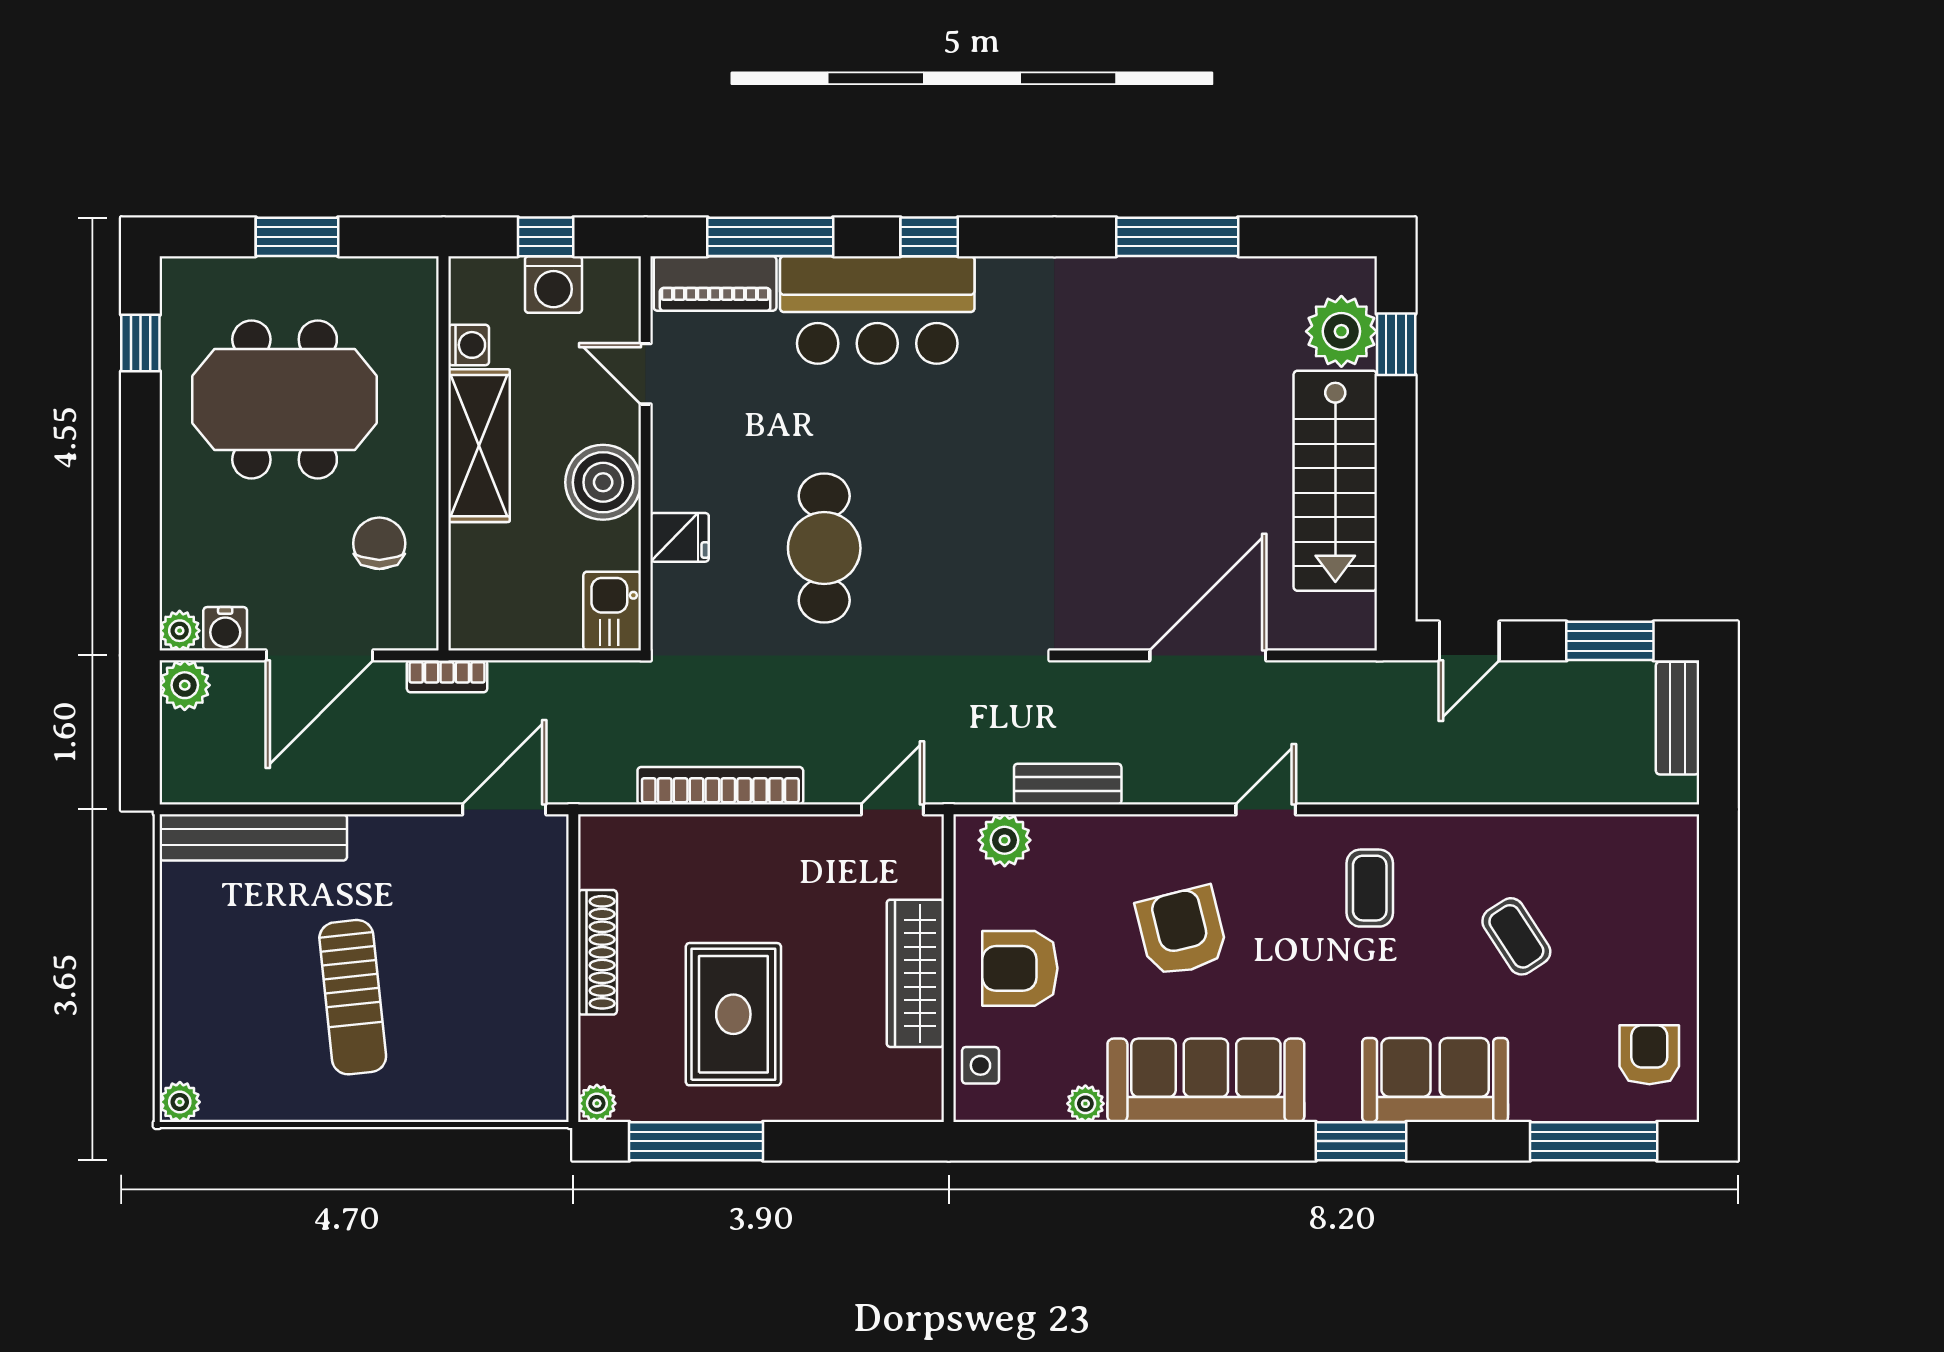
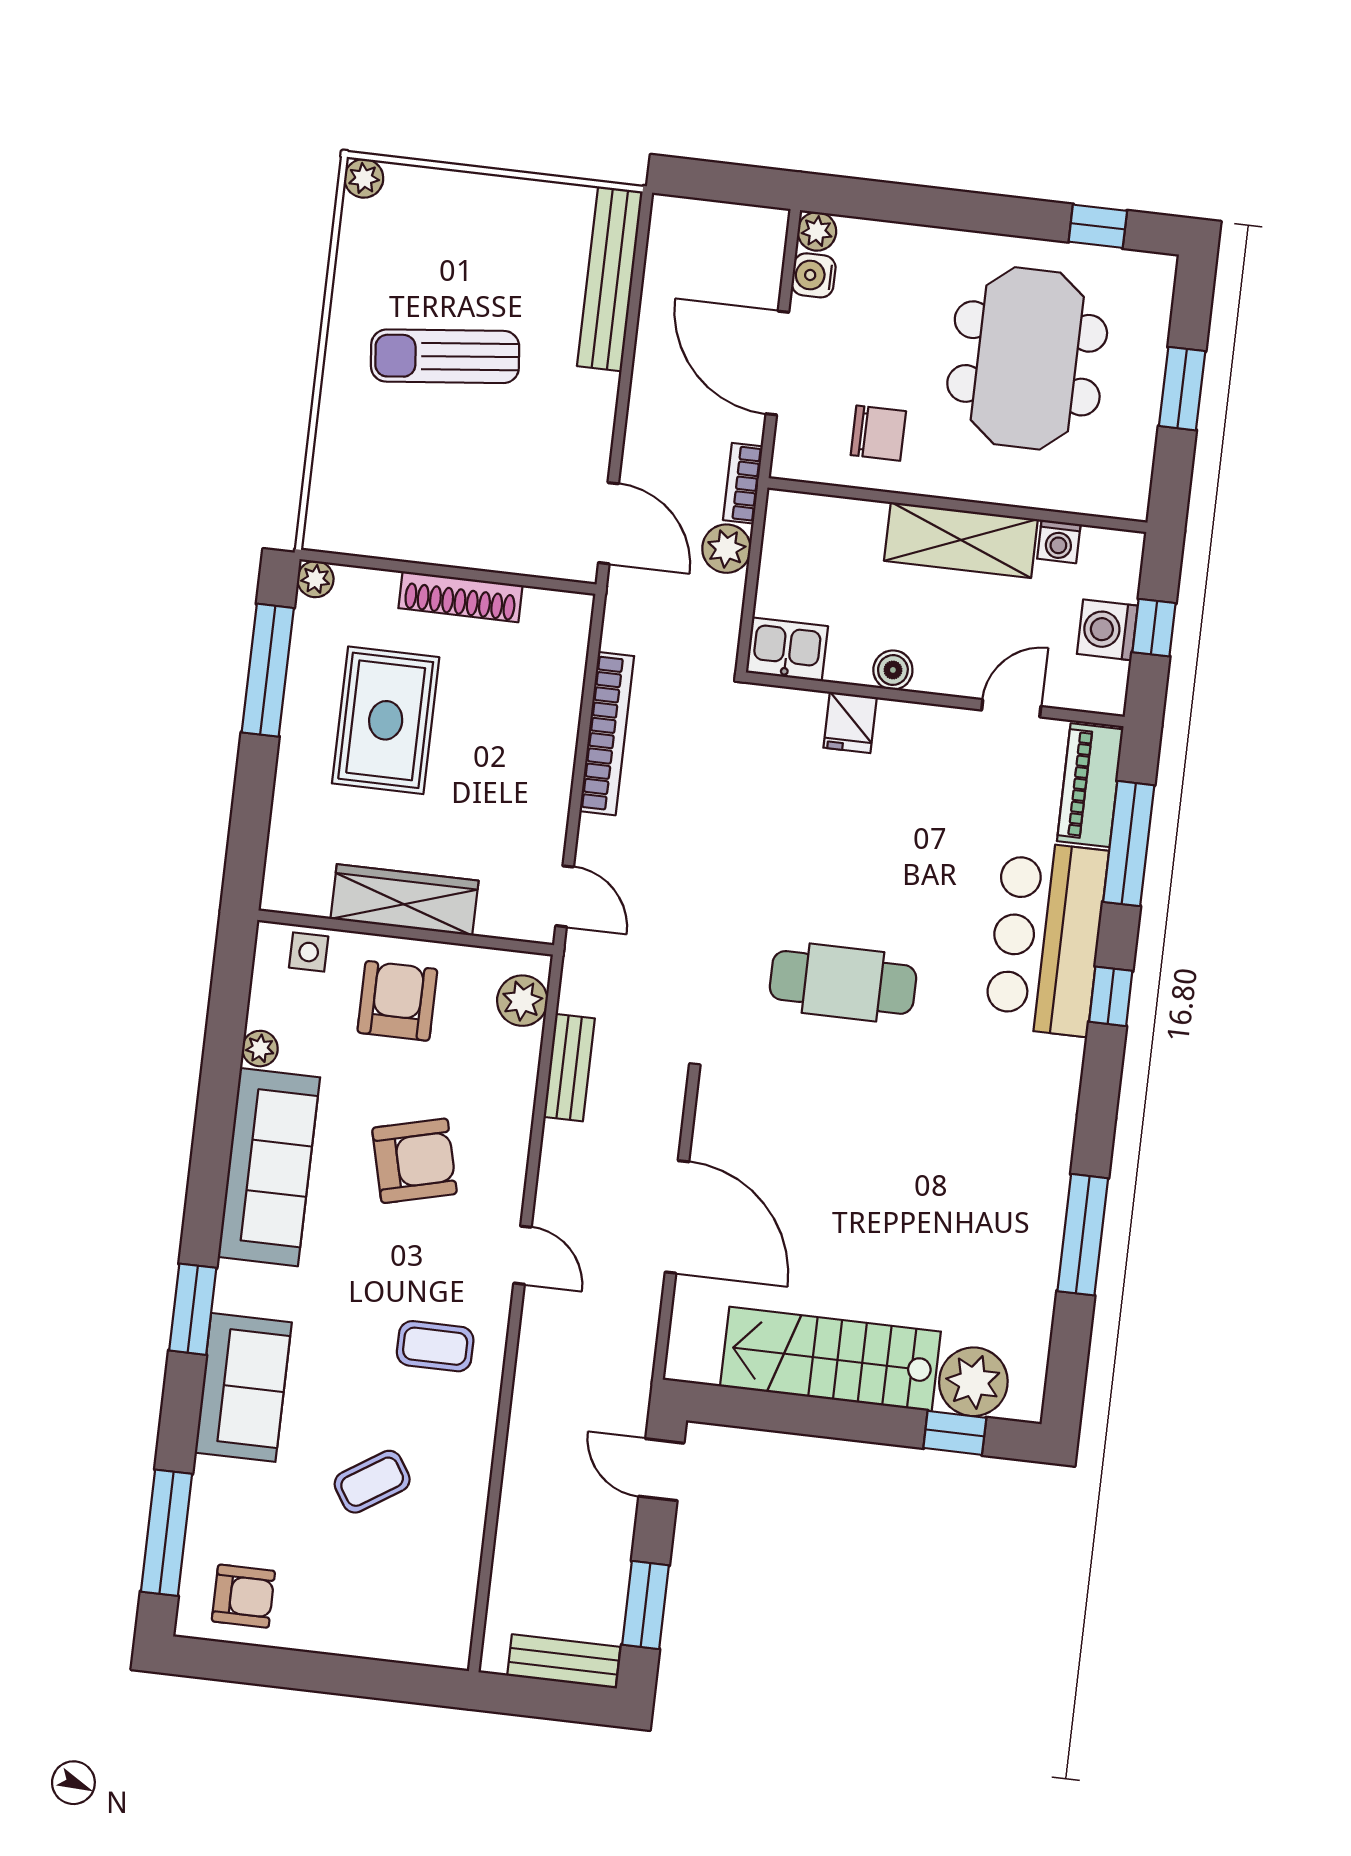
boiler: (603, 482) -> (893, 670), width x0.54, depth x0.54
cafe table: (824, 548) -> (843, 982), moved
plant: (185, 685) -> (726, 549), moved
rug: (733, 1014) -> (386, 720), turned 90

